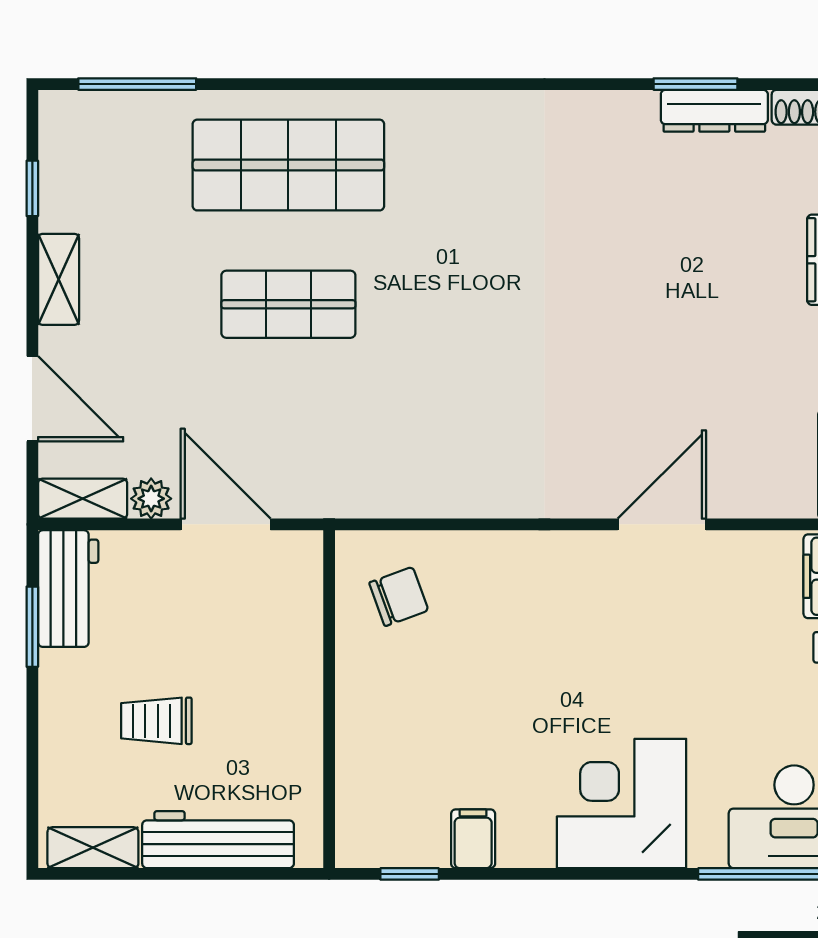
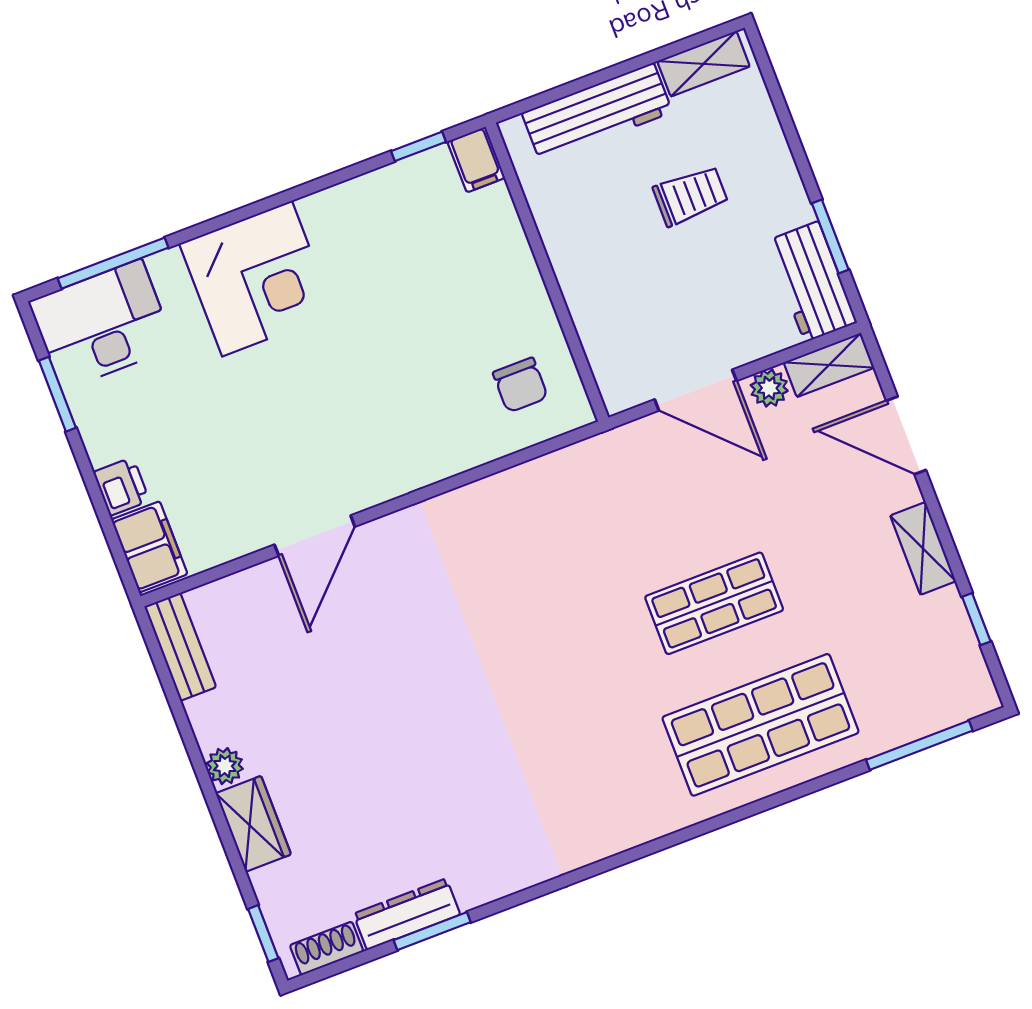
chair: (399, 597) -> (520, 385), turned -70
filing cabinet: (473, 839) -> (476, 160), moved

